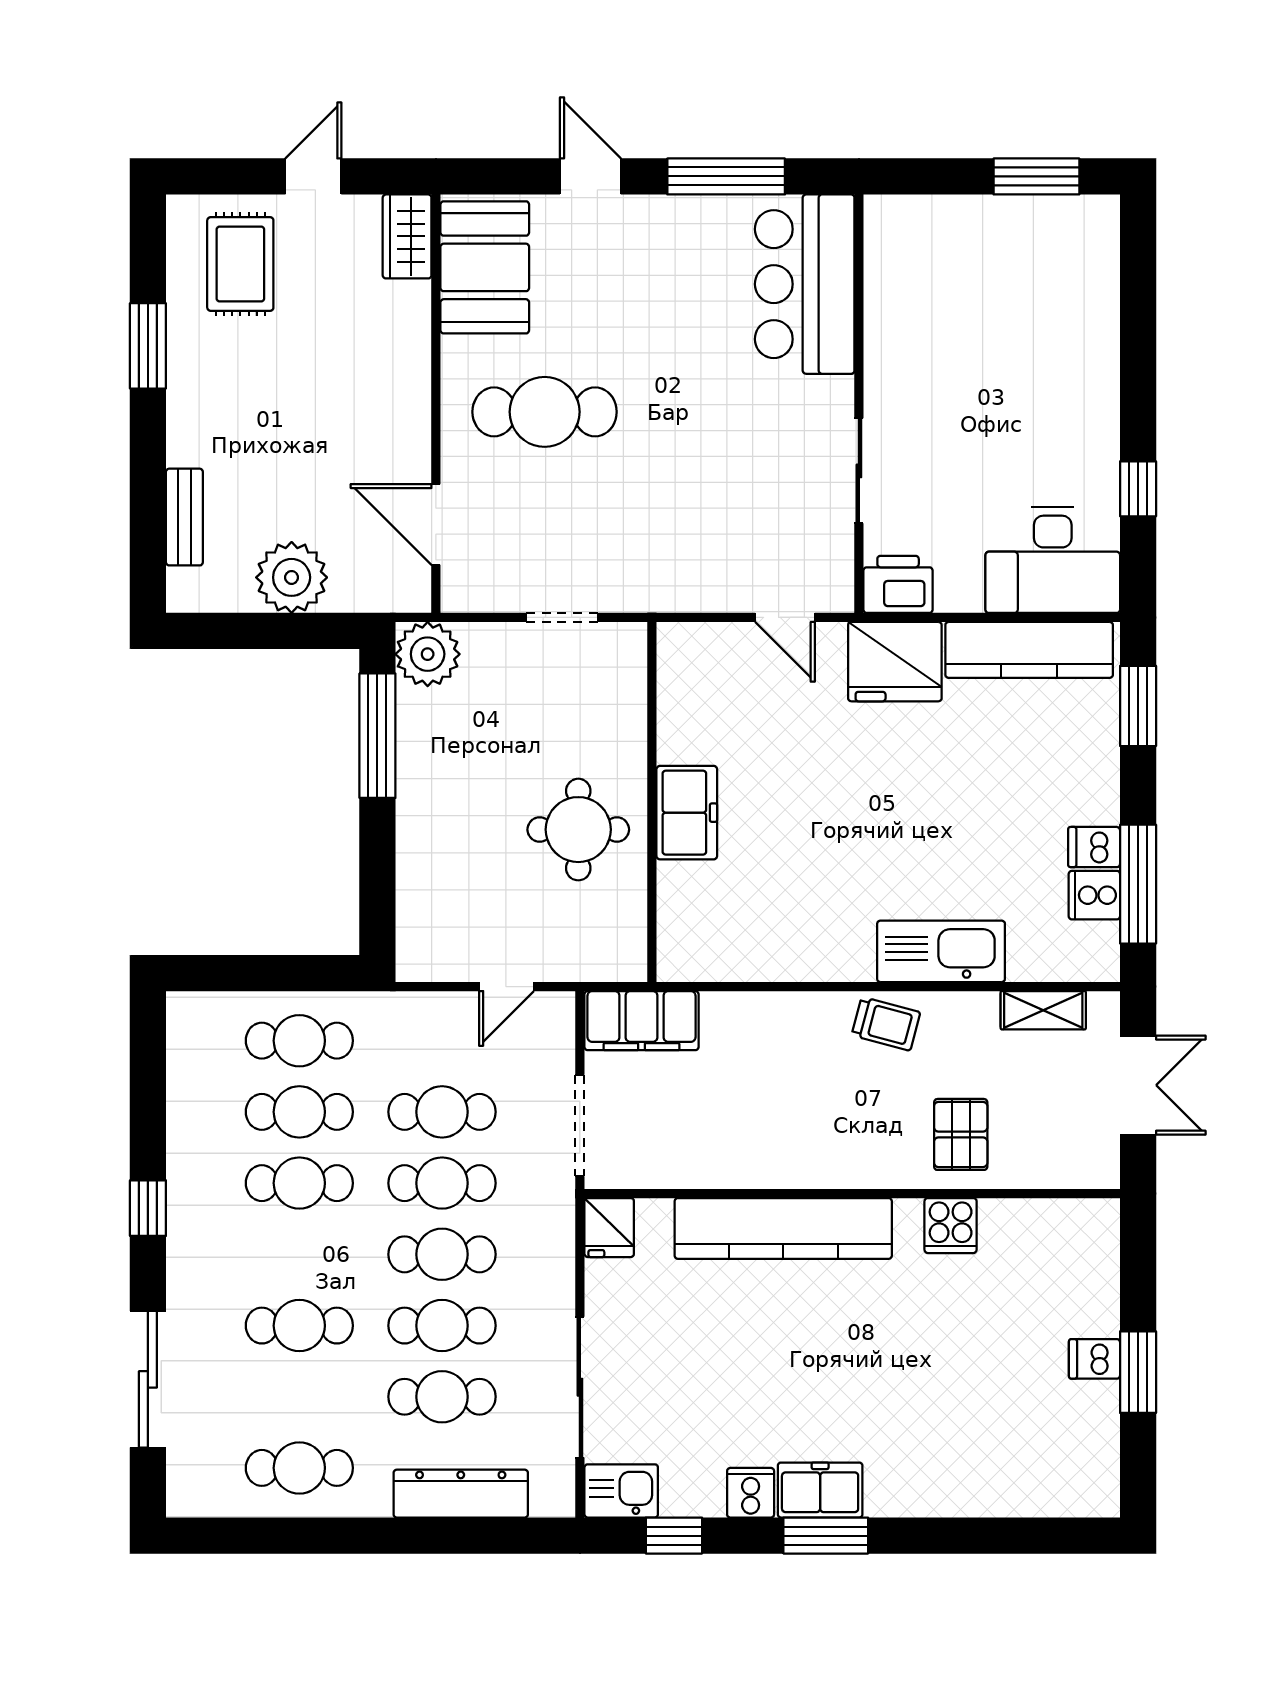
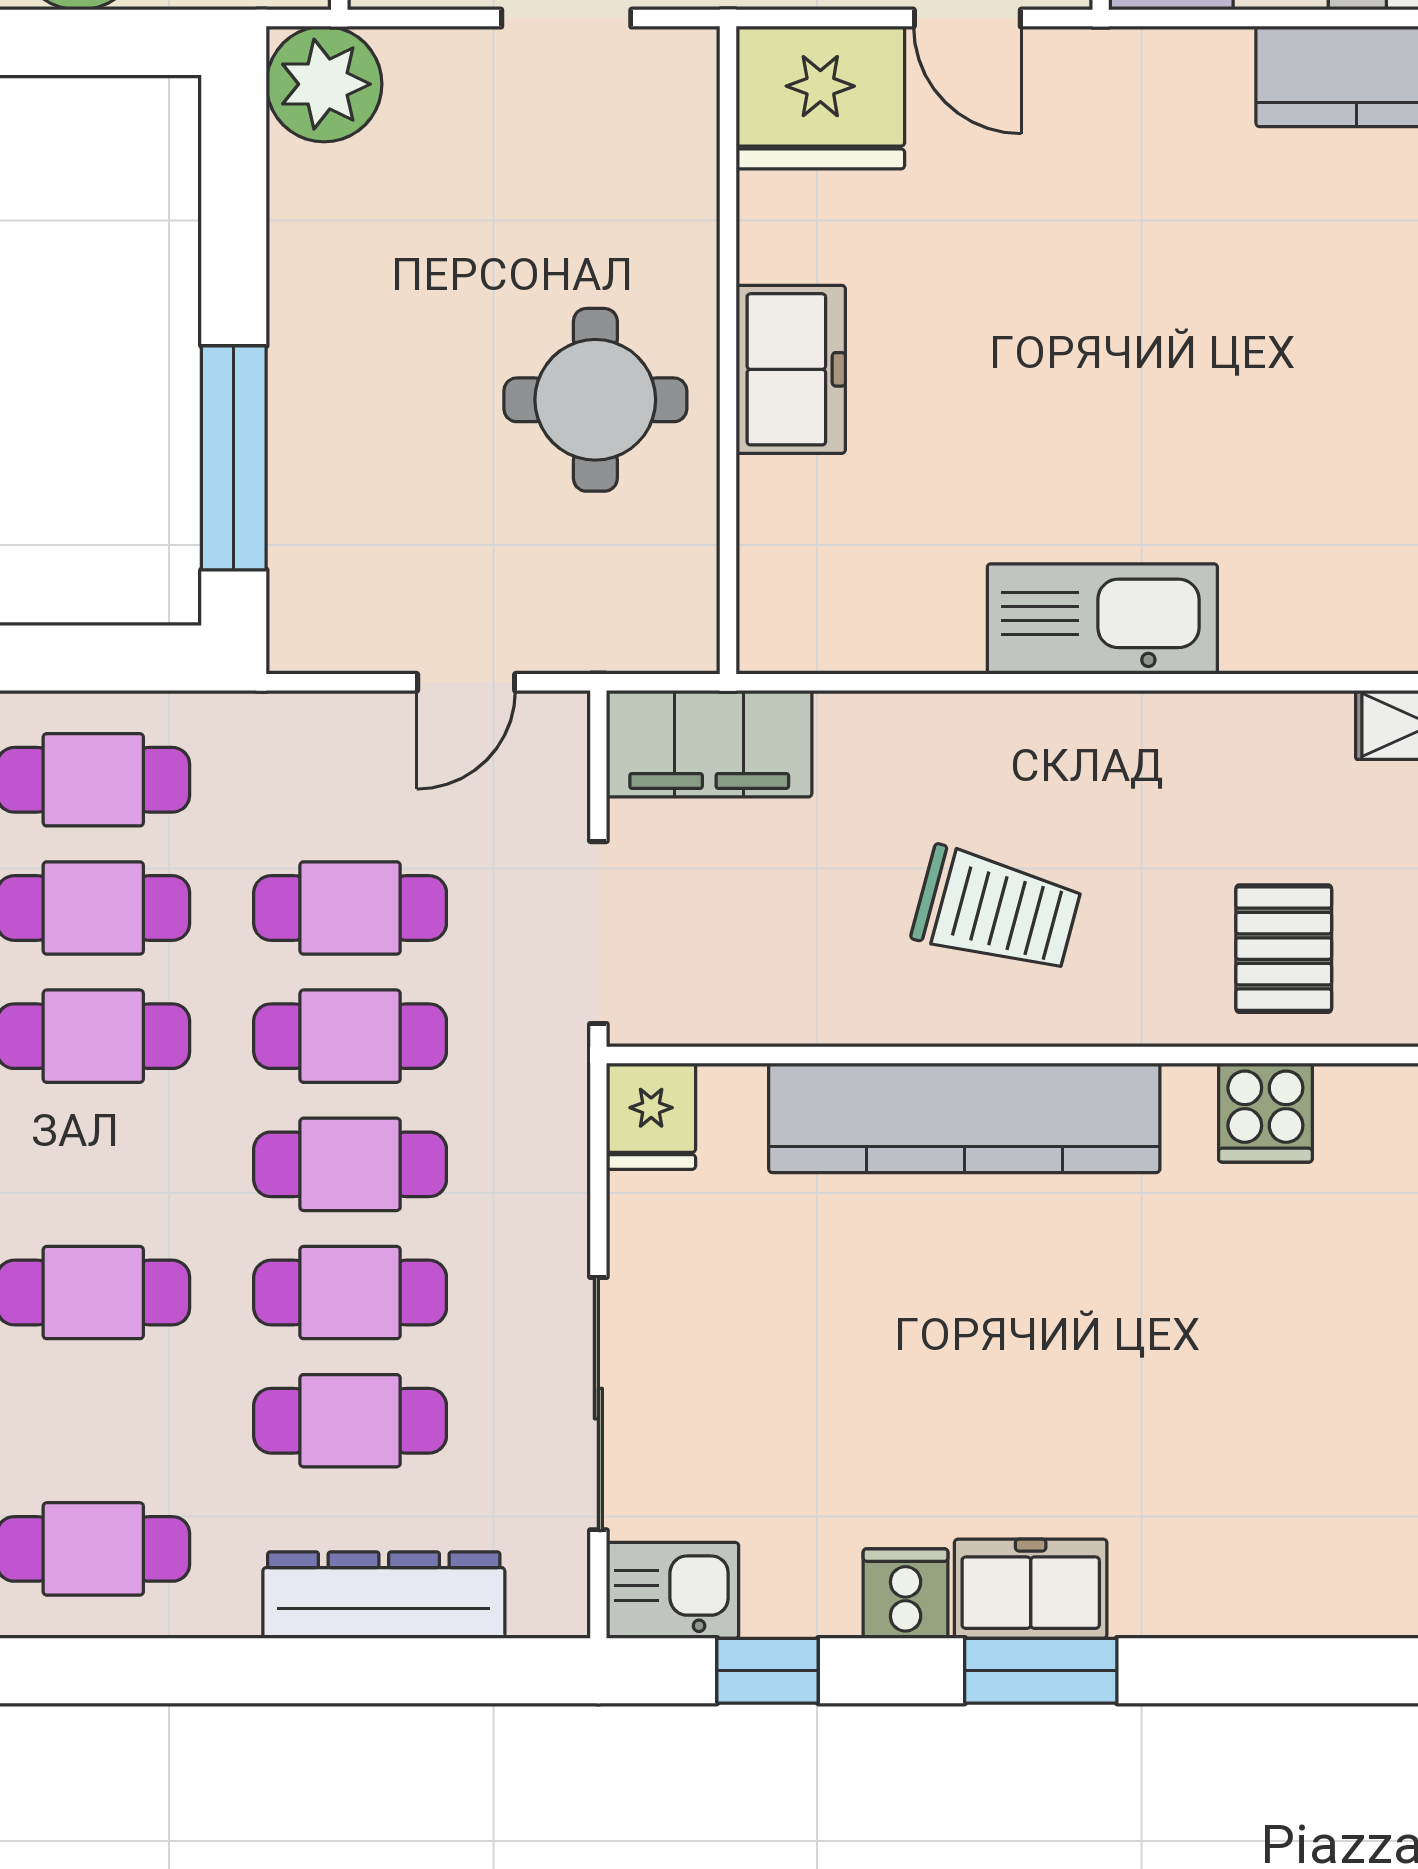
fridge: (895, 662) -> (820, 98), moved
window: (377, 736) -> (234, 458), moved
kitchen sink: (941, 951) -> (1102, 619), moved
trolley: (886, 1024) -> (997, 910), moved, width x1.36, depth x1.39

